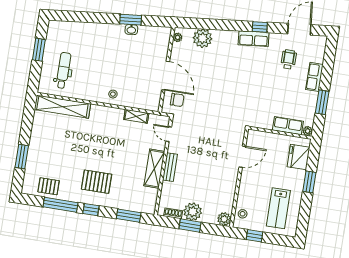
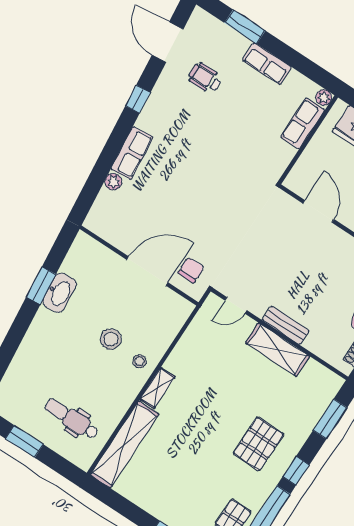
washbasin: (131, 30) -> (59, 293), width x1.91, depth x1.45
plant: (178, 37) -> (99, 228), removed
plant: (203, 38) -> (113, 182), width x0.53, depth x0.53
row of seats: (254, 39) -> (132, 153), moved
stool: (118, 72) -> (111, 339), added
row of seats: (314, 77) -> (267, 64), moved
window: (322, 102) -> (245, 27), moved
shelving: (136, 116) -> (157, 388), moved

